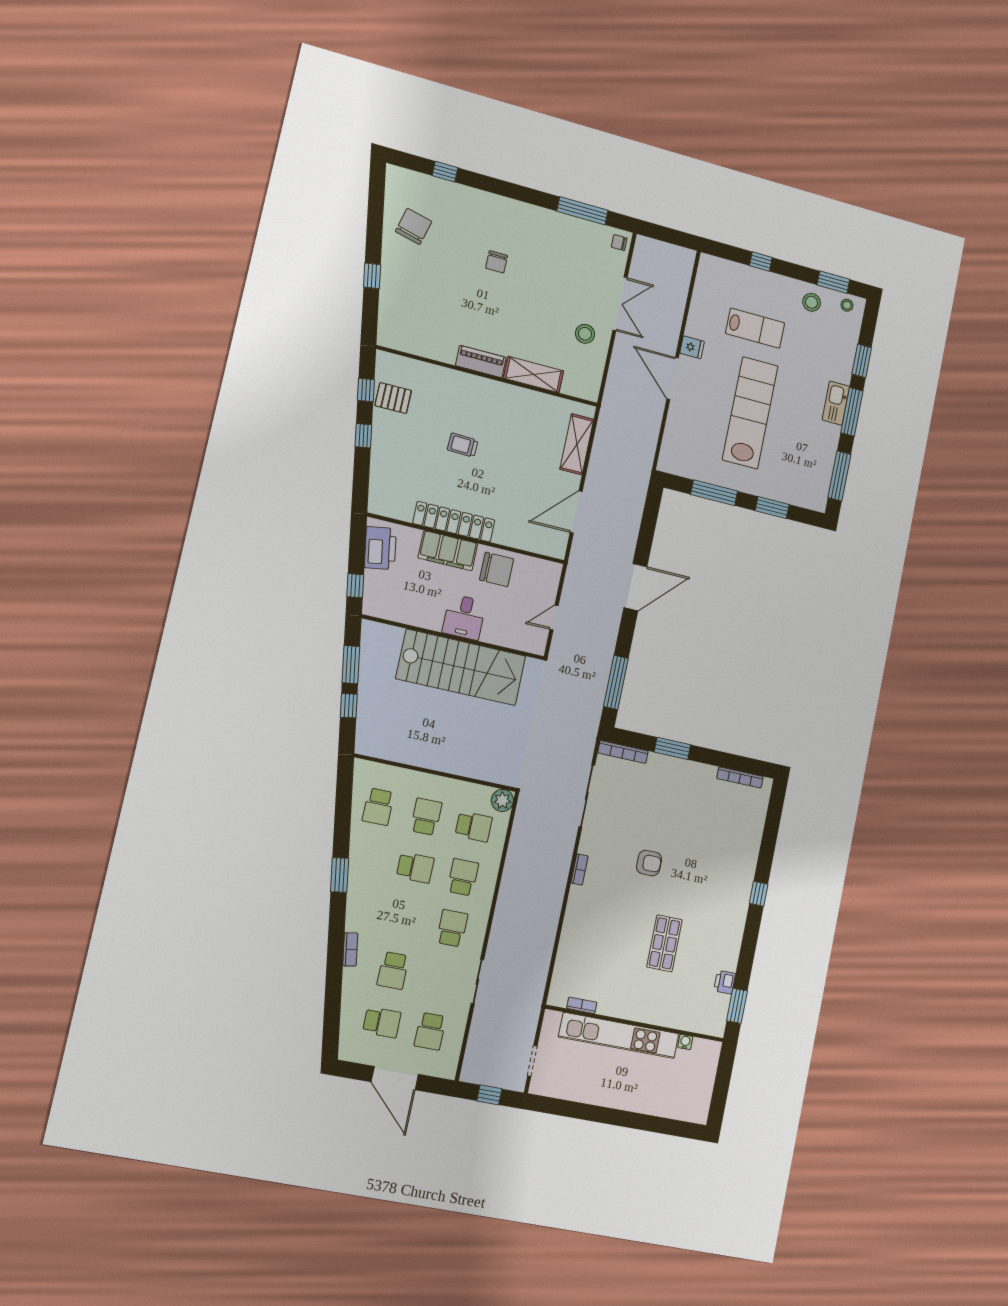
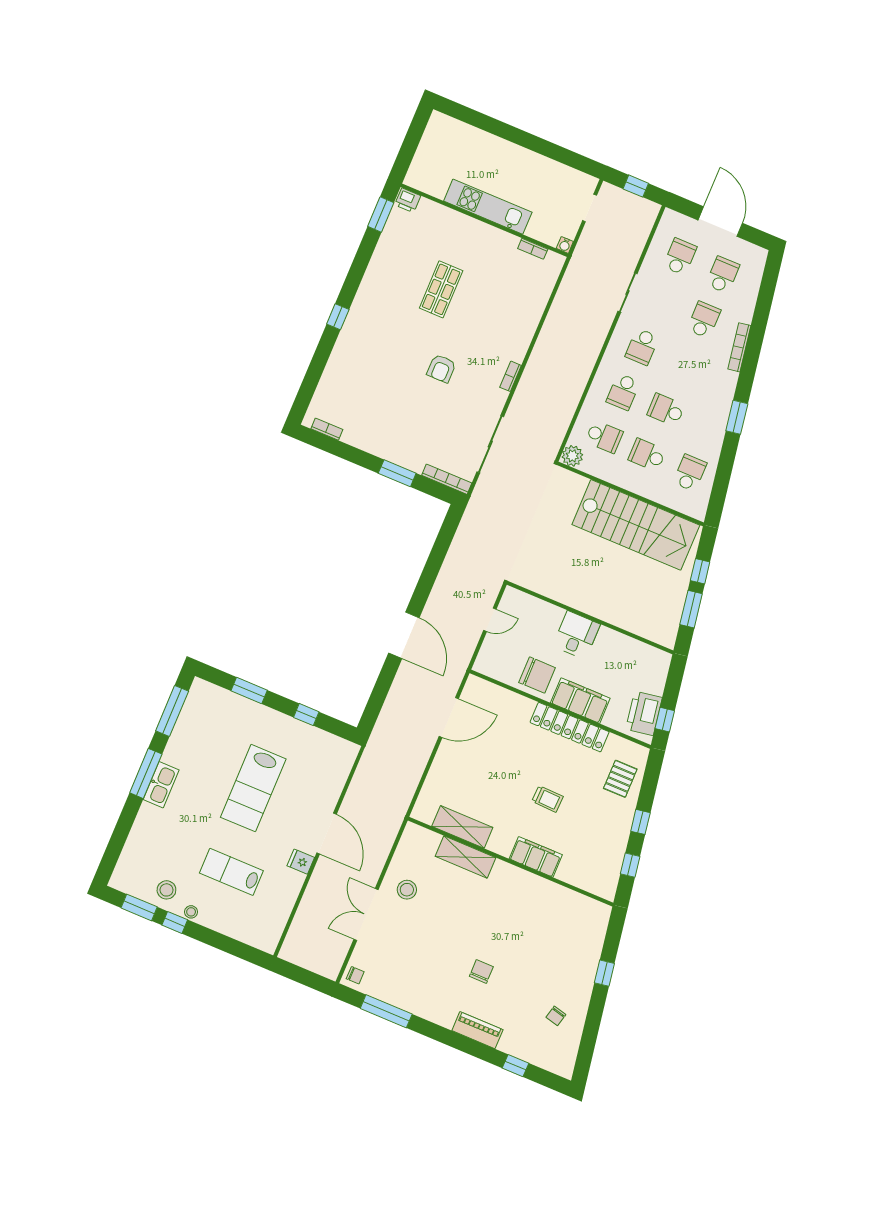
chair: (414, 226) -> (556, 1016), width x0.54, depth x0.54
window: (761, 261) -> (175, 922), moved
stool: (847, 305) -> (191, 912), moved
window: (862, 361) -> (125, 823), removed
piano: (481, 362) -> (477, 1030), moved, turned 180
filing cabinet: (464, 385) -> (536, 857), added
pallet: (393, 398) -> (620, 779), moved, turned 90
lab bench: (750, 413) -> (253, 788), width x0.73
shelving: (577, 444) -> (462, 827), moved, turned 90
window: (714, 493) -> (306, 715), width x0.46
chair: (497, 569) -> (537, 675), turned 180
window: (355, 586) -> (665, 720), moved
door: (635, 587) -> (404, 635), swing flipped
stairs: (461, 667) -> (636, 525), moved, turned 180
window: (616, 682) -> (441, 547), removed
bookcase: (740, 777) -> (327, 429), width x0.64
school desk: (426, 817) -> (647, 455), turned 90
school desk: (474, 827) -> (604, 437), turned 180
armchair: (649, 863) -> (441, 369), turned -90
bookcase: (350, 949) -> (739, 347), width x1.56
printer: (725, 982) -> (408, 200), moved, turned 90
school desk: (382, 1022) -> (723, 275), turned 90
kitchen unit: (619, 1035) -> (488, 207), width x0.73
water cooler: (685, 1042) -> (565, 245), moved

